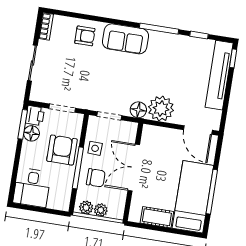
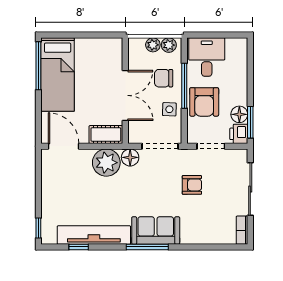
window: (159, 29) -> (147, 247), moved
armchair: (85, 36) -> (192, 185), moved, turned 180
sliding door: (32, 63) -> (250, 189), width x1.37
tv unit: (219, 75) -> (94, 235), moved, turned -90
doorway: (109, 116) -> (160, 146), width x1.38
desk: (32, 188) -> (207, 57), moved
window: (212, 192) -> (38, 66), moved
cot: (157, 217) -> (106, 135), moved

